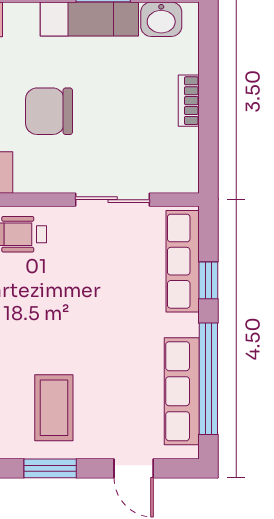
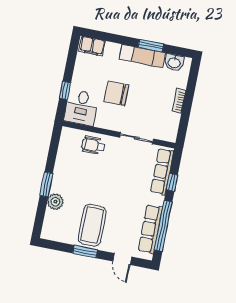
coffee table: (54, 408) -> (92, 225), width x1.36, depth x1.32

